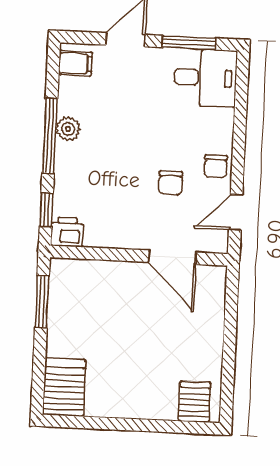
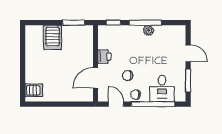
filing cabinet: (75, 63) -> (177, 32), removed
desk: (206, 78) -> (162, 88), moved
window: (240, 127) -> (153, 104), added
printer: (67, 232) -> (104, 57), moved
server rack: (64, 387) -> (53, 37), moved, turned 90

